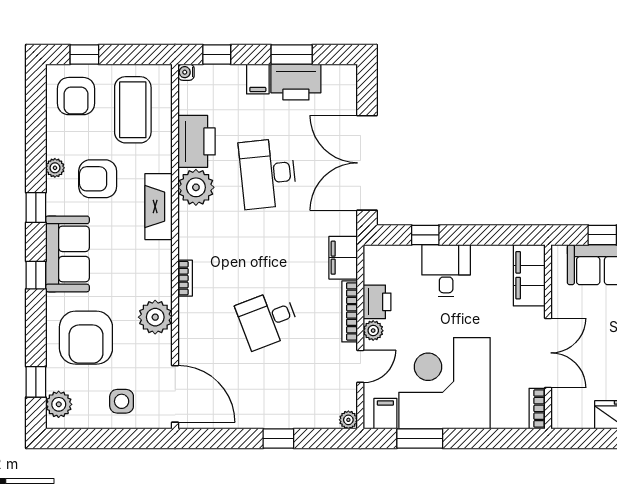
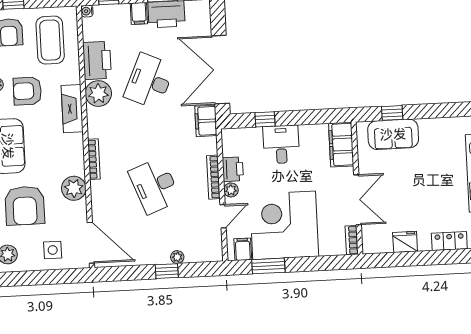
desk: (268, 174) -> (149, 81), turned 30
filing cabinet: (343, 258) -> (206, 121), moved
bookcase: (185, 278) -> (94, 159), width x1.56
desk: (268, 319) -> (155, 186), width x1.37
plant: (348, 420) -> (177, 257), moved

